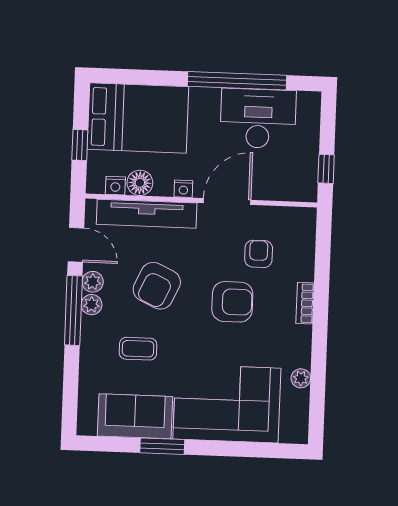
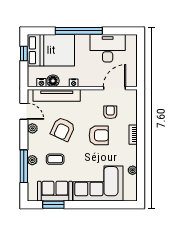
window: (237, 81) -> (79, 31), moved
window: (80, 145) -> (24, 54), moved
window: (326, 169) -> (141, 71), removed
door: (227, 201) -> (115, 88), moved
plant: (92, 305) -> (32, 160), moved
window: (73, 310) -> (24, 166), moved
window: (162, 446) -> (53, 205), moved

